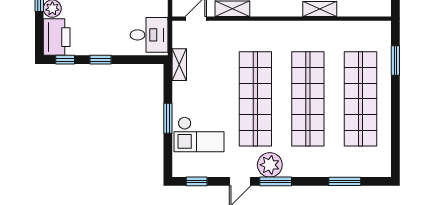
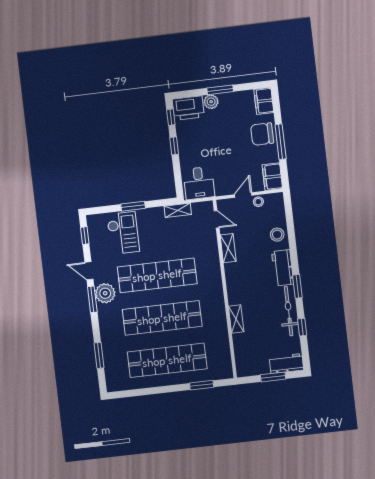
checkout: (199, 134) -> (123, 233), turned 180

